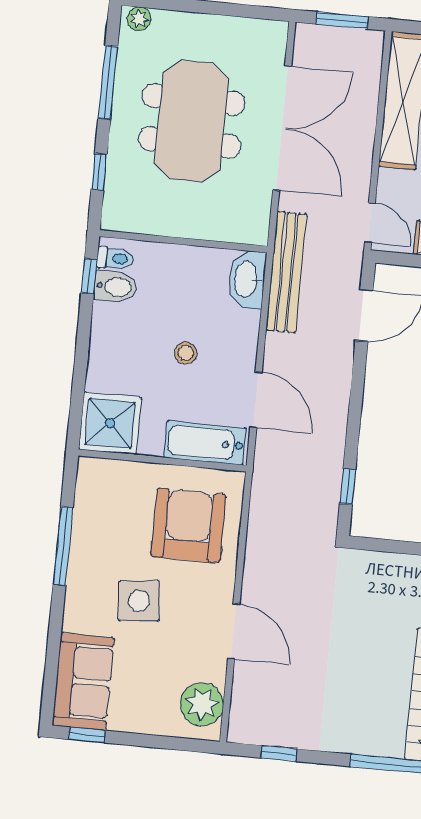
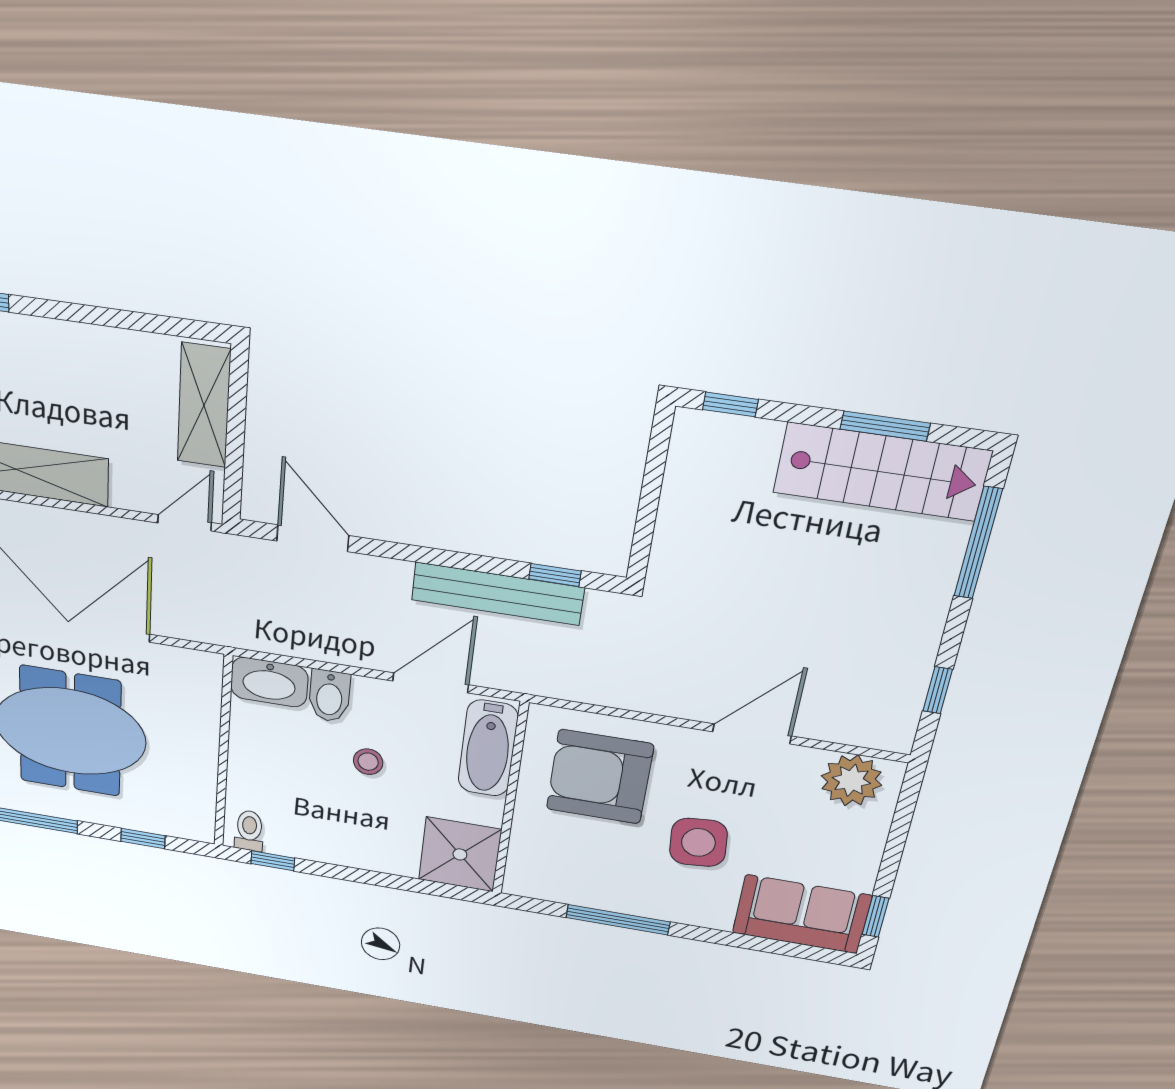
bench: (286, 272) -> (497, 594), moved
bidet: (115, 287) -> (329, 696), moved, turned 180

